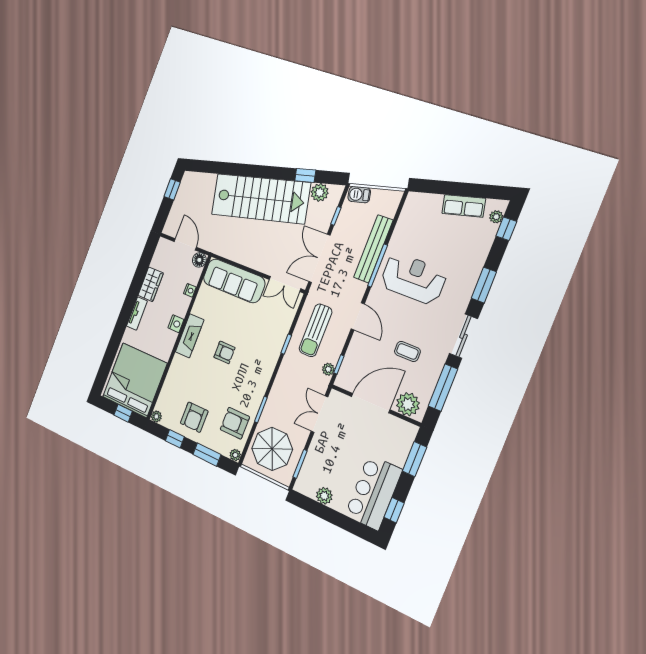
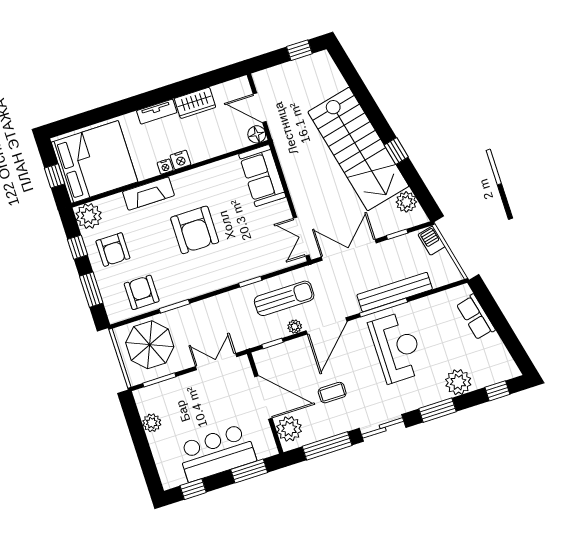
window: (305, 175) -> (396, 151), moved
row of seats: (464, 206) -> (476, 317), moved
plant: (496, 217) -> (458, 382), moved, width x1.88, depth x1.88
door: (185, 244) -> (260, 108), swing flipped
sofa: (234, 281) -> (262, 176), width x0.73
nightstand: (190, 290) -> (165, 167), moved
door: (358, 316) -> (327, 326), width x1.36
sun lounger: (315, 330) -> (284, 298), turned 180
fireplace: (190, 336) -> (148, 194), moved
coffee table: (407, 351) -> (332, 393), turned 90
armchair: (224, 352) -> (195, 230), width x1.88, depth x1.88
plant: (328, 369) -> (295, 327), moved
plant: (156, 416) -> (89, 216), width x1.87, depth x1.87
armchair: (194, 417) -> (113, 250), turned -90
plant: (235, 455) -> (115, 316), removed
bar counter: (373, 492) -> (217, 453), moved

